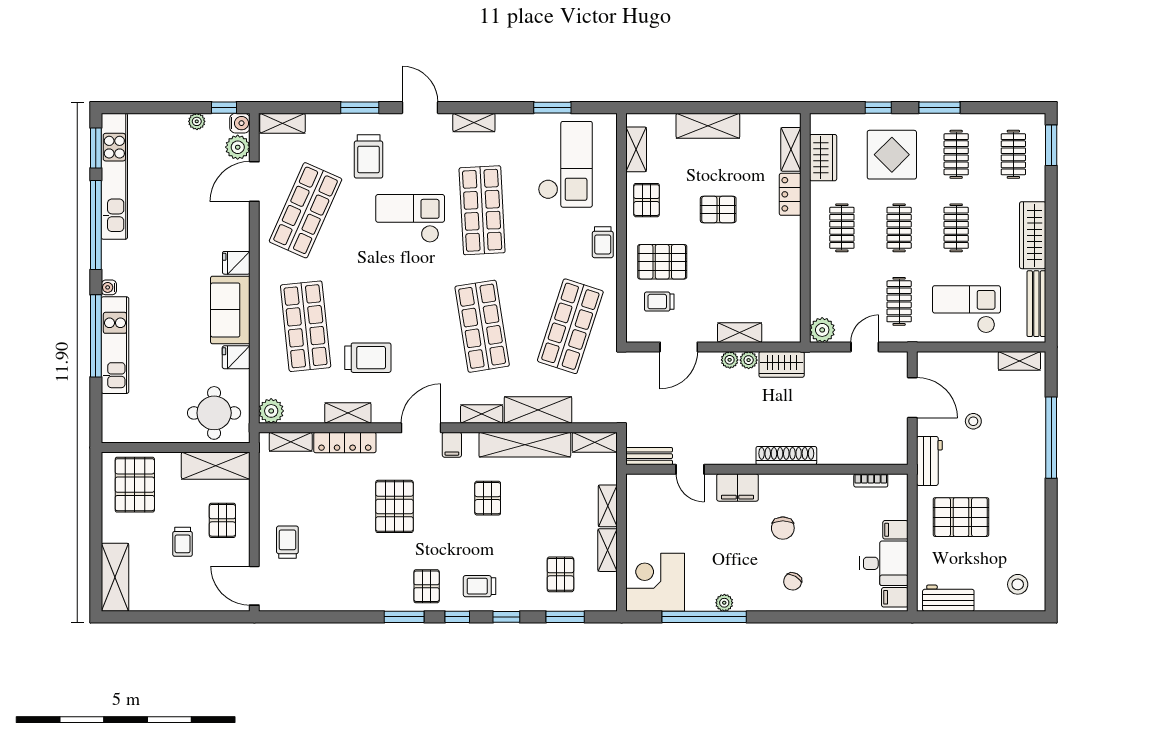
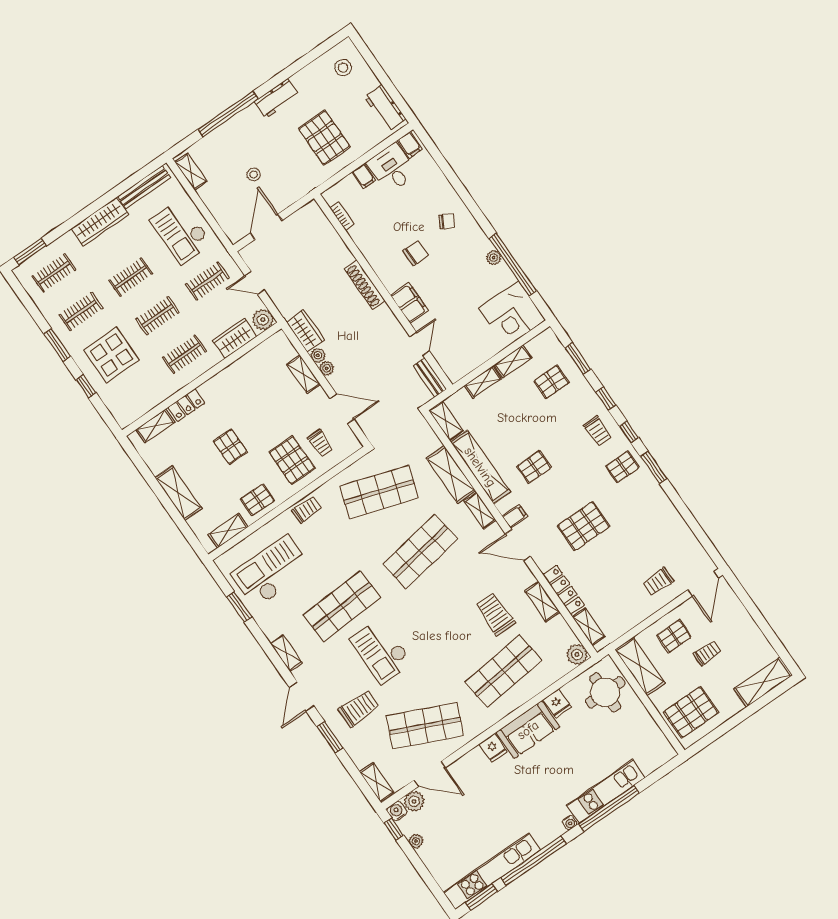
wardrobe: (823, 158) -> (235, 338), moved
workbench: (929, 461) -> (277, 98), moved, turned 180

